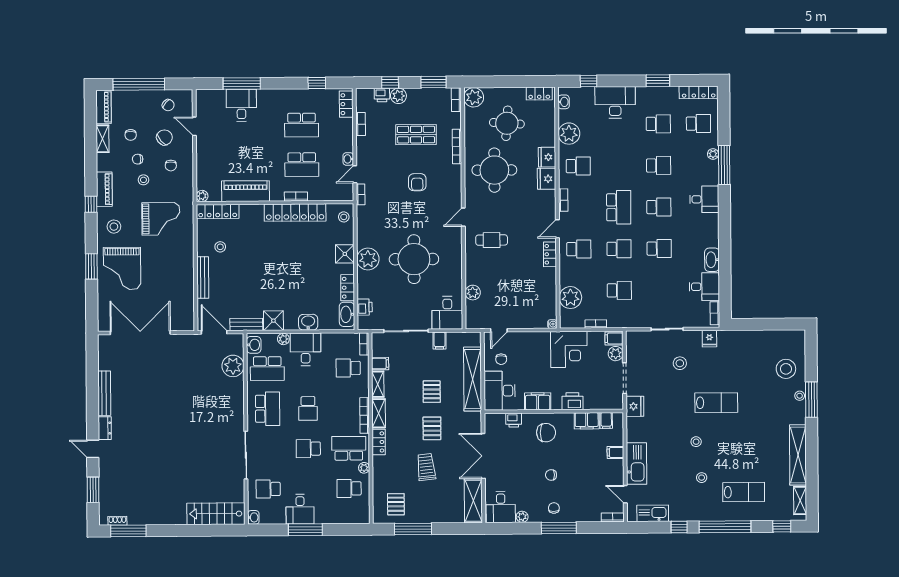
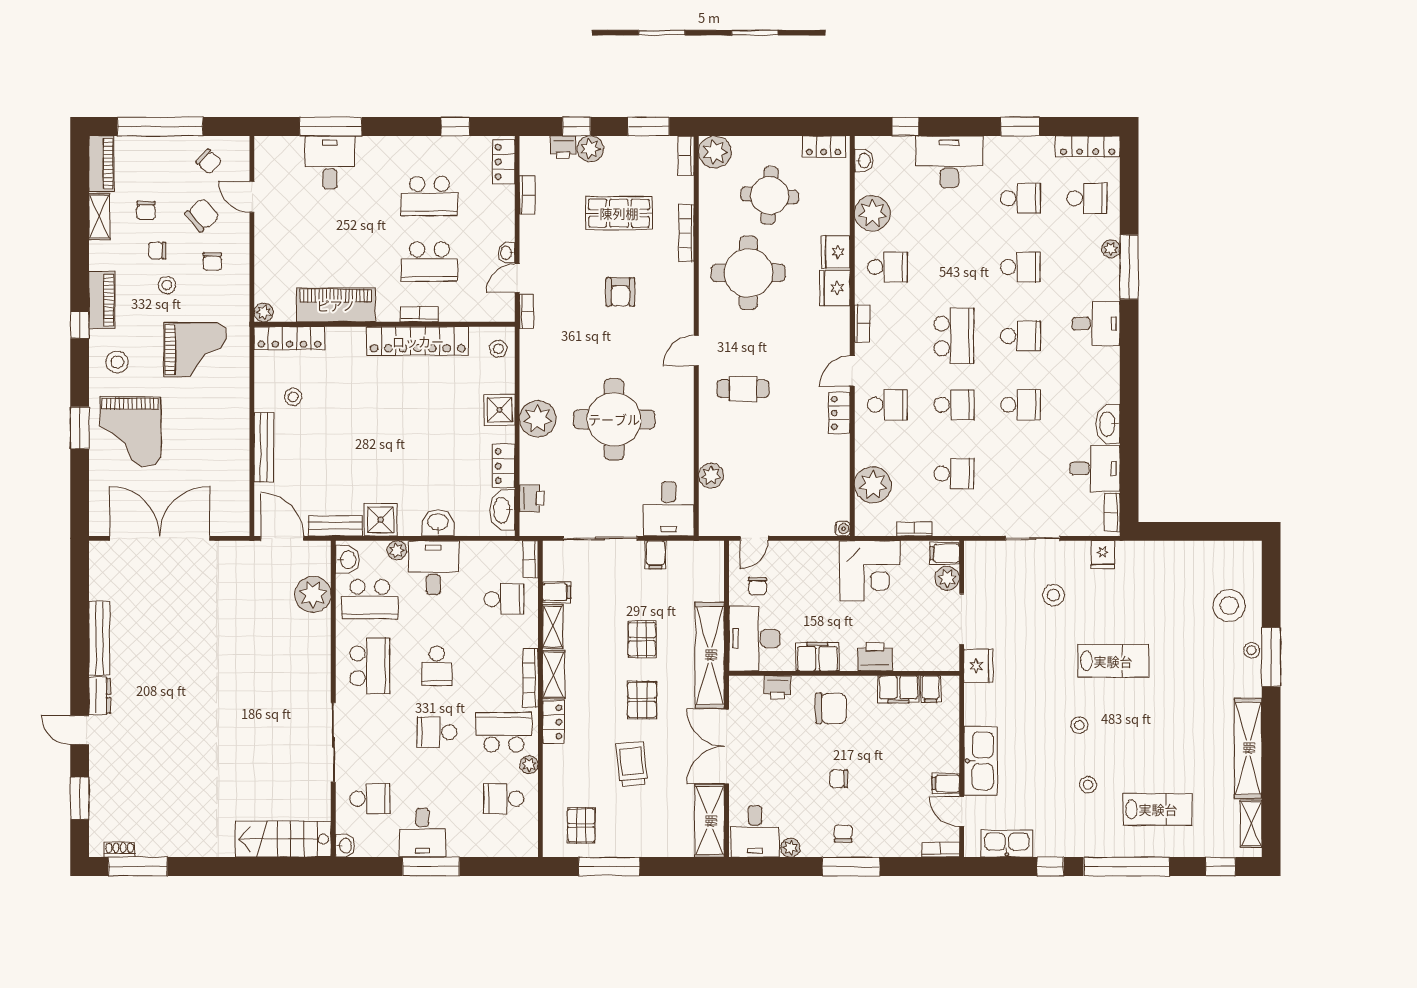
school desk: (348, 368) -> (504, 599), turned 180
shelving: (473, 379) -> (710, 655), moved
filing cabinet: (615, 452) -> (946, 783), moved
school desk: (268, 489) -> (370, 799), turned 180

